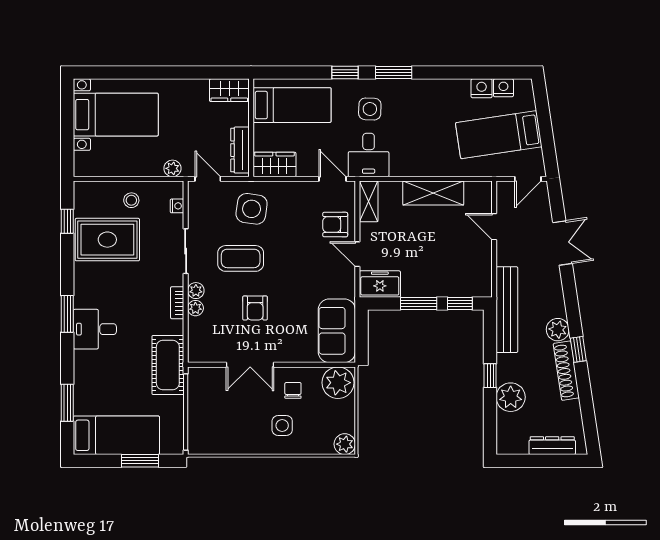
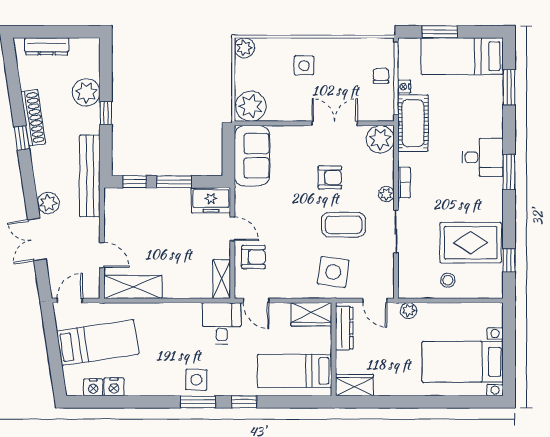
side table: (370, 109) -> (196, 380), moved
shelving: (433, 193) -> (133, 287), moved
nightstand: (177, 206) -> (404, 87), moved
plant: (195, 308) -> (380, 139), moved, width x1.87, depth x1.87
armchair: (255, 308) -> (330, 177), turned 90
plant: (558, 330) -> (48, 203), moved
chair: (293, 390) -> (381, 76), moved, turned 180

